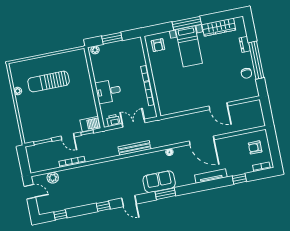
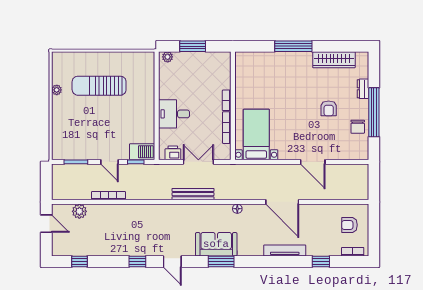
armchair: (158, 45) -> (329, 108), moved
bed with nightstands: (189, 46) -> (256, 134), moved, turned 180

